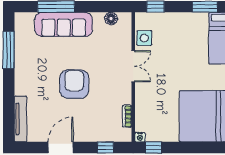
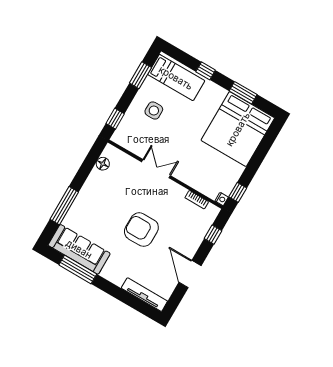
sofa: (64, 24) -> (79, 249), moved, turned -90
side table: (144, 38) -> (154, 111), moved

